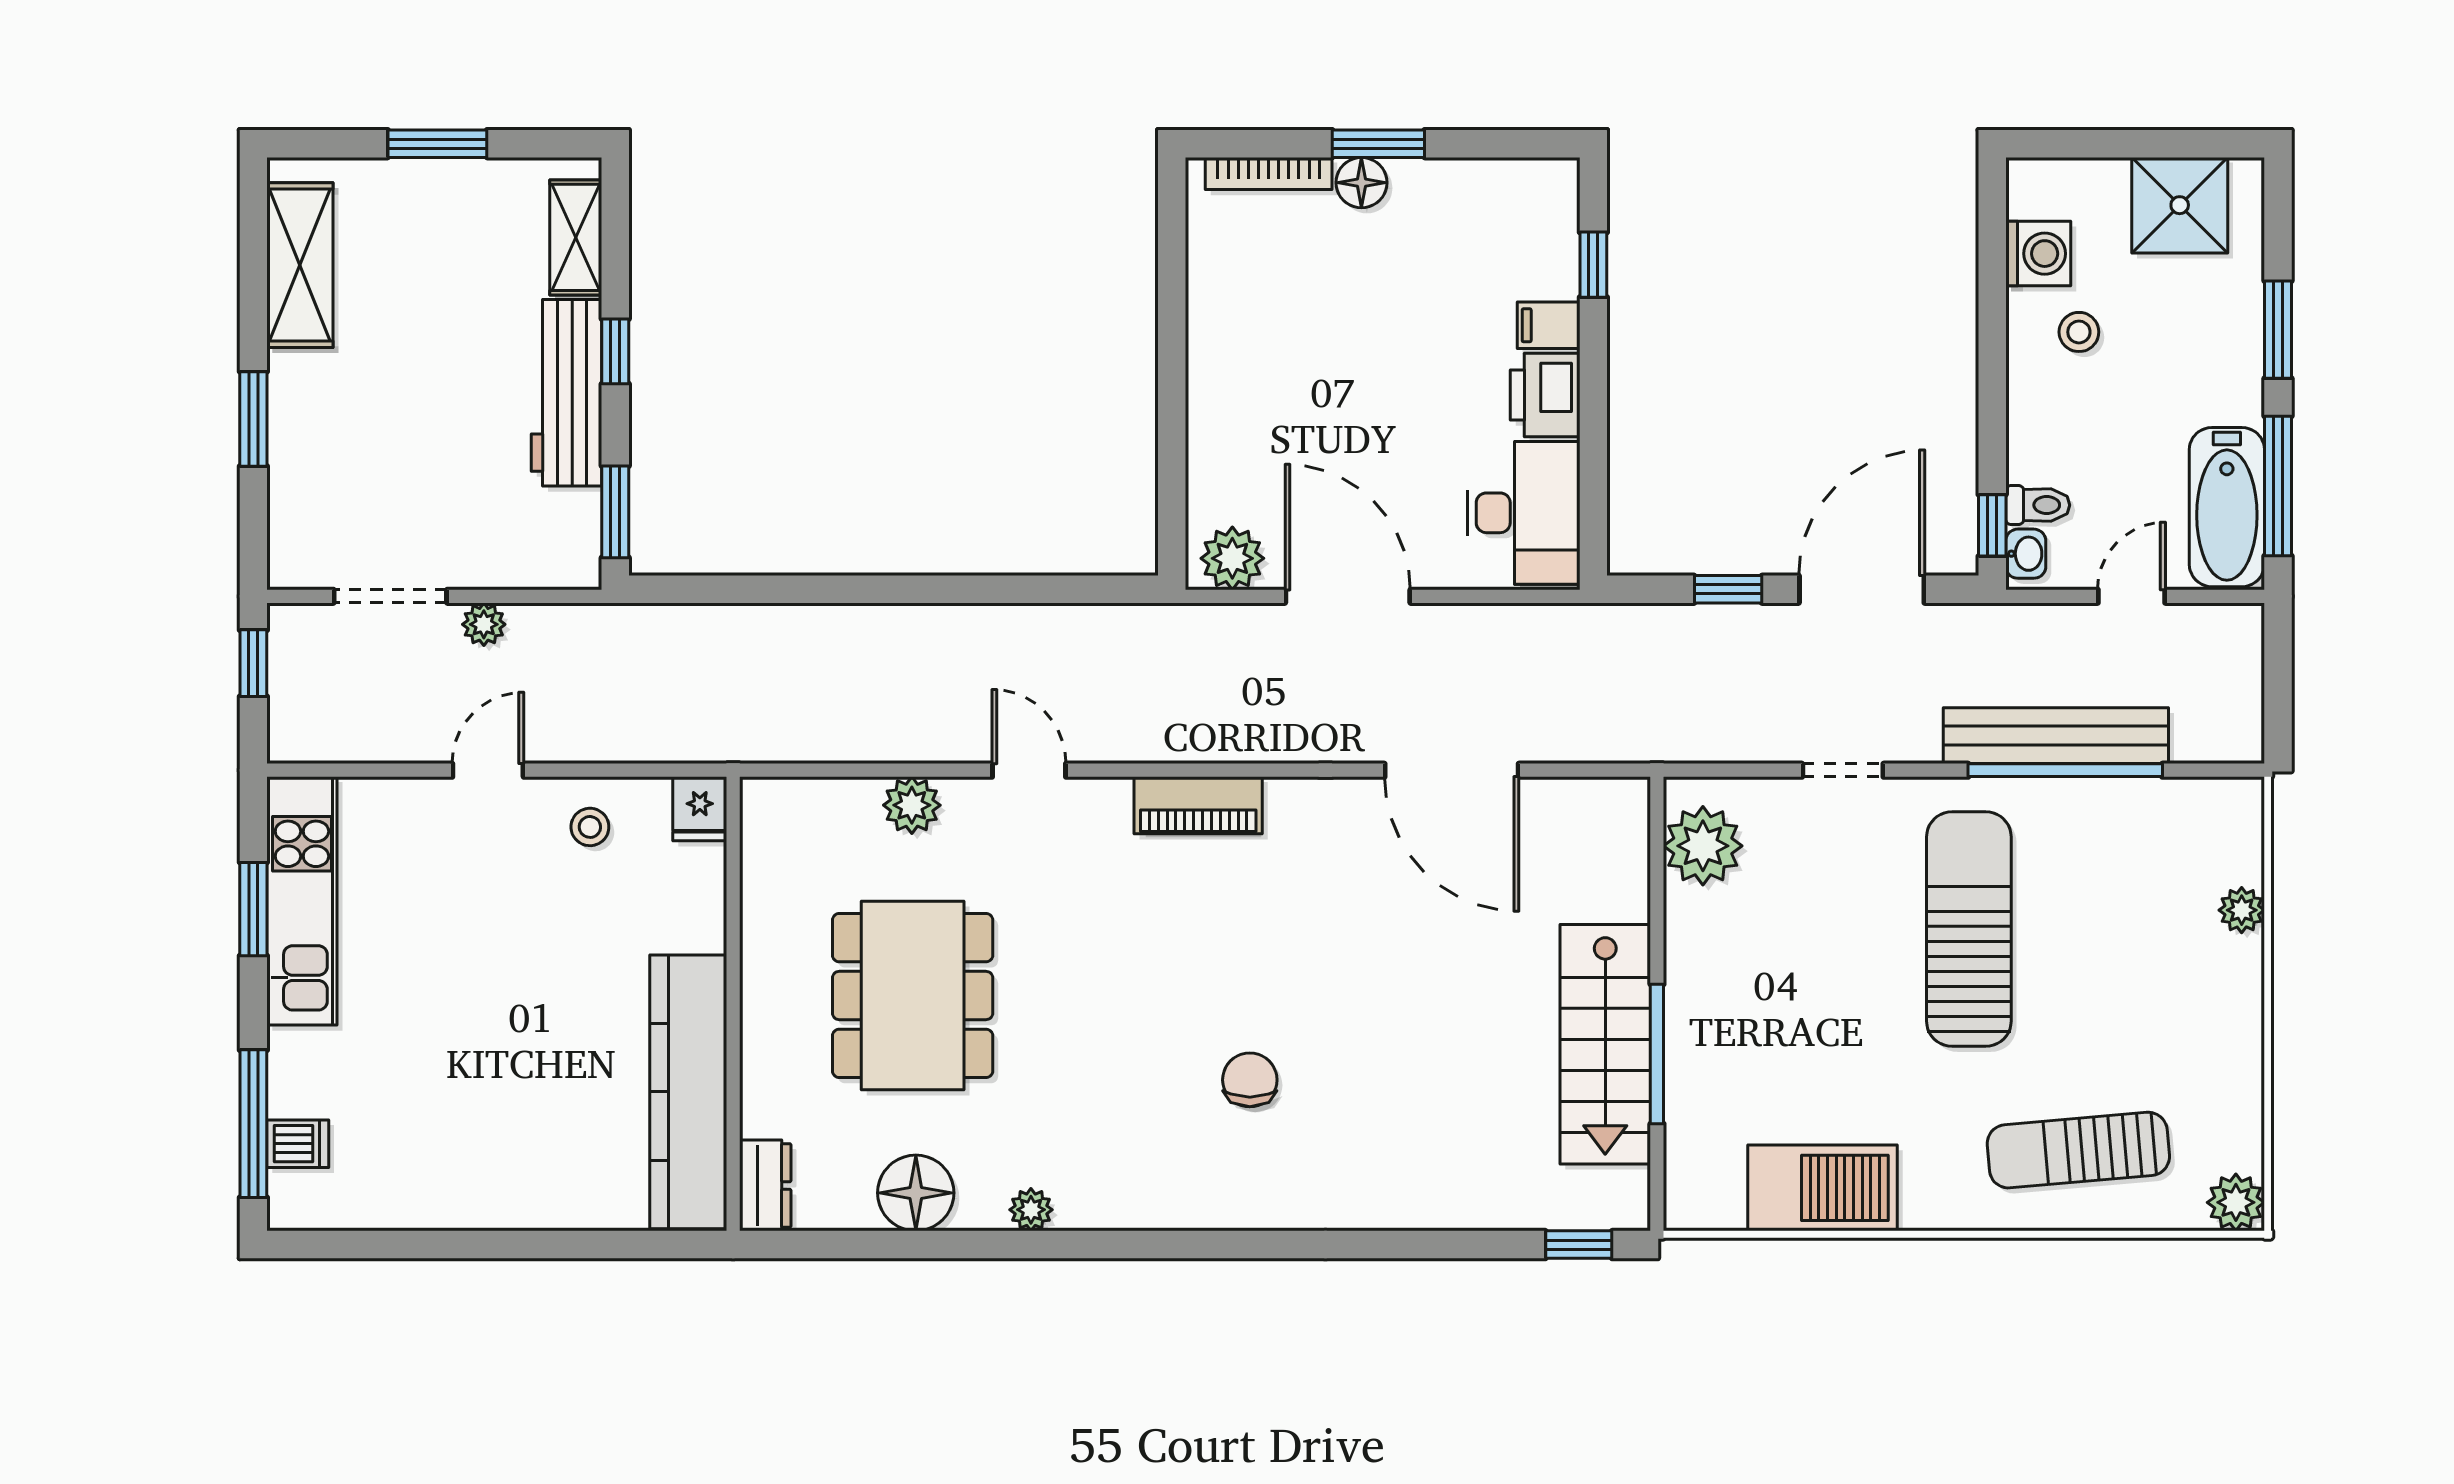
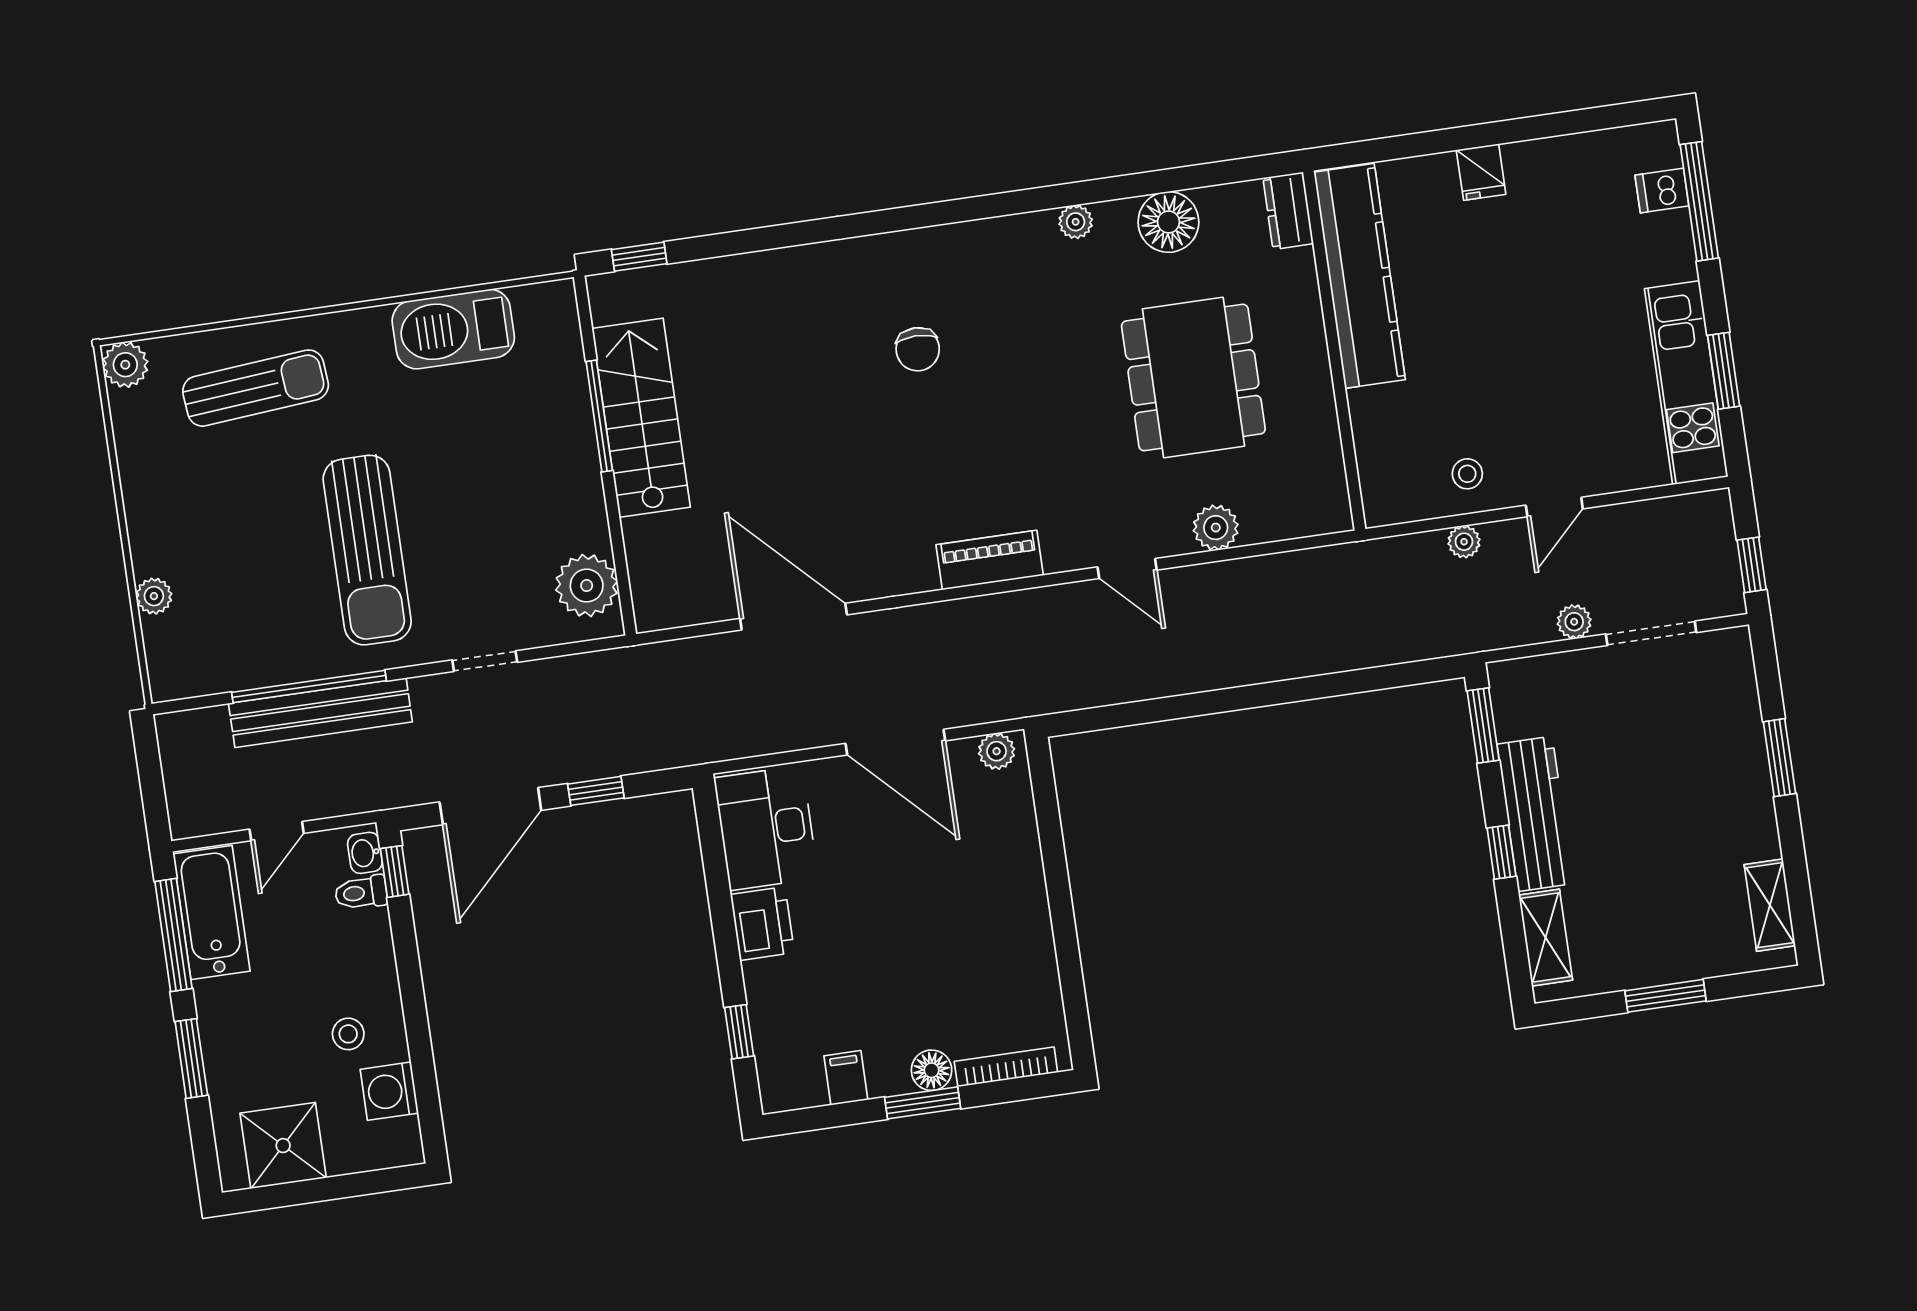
shelving: (300, 265) -> (1770, 905), width x0.67, depth x0.75
filing cabinet: (1549, 325) -> (846, 1078), moved, turned -90
plant: (1232, 558) -> (997, 751), width x0.73, depth x0.73
plant: (606, 743) -> (1464, 542), added
fridge: (700, 809) -> (1481, 172), moved, turned 180

